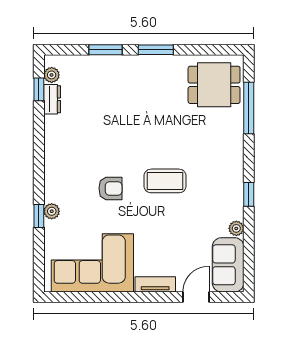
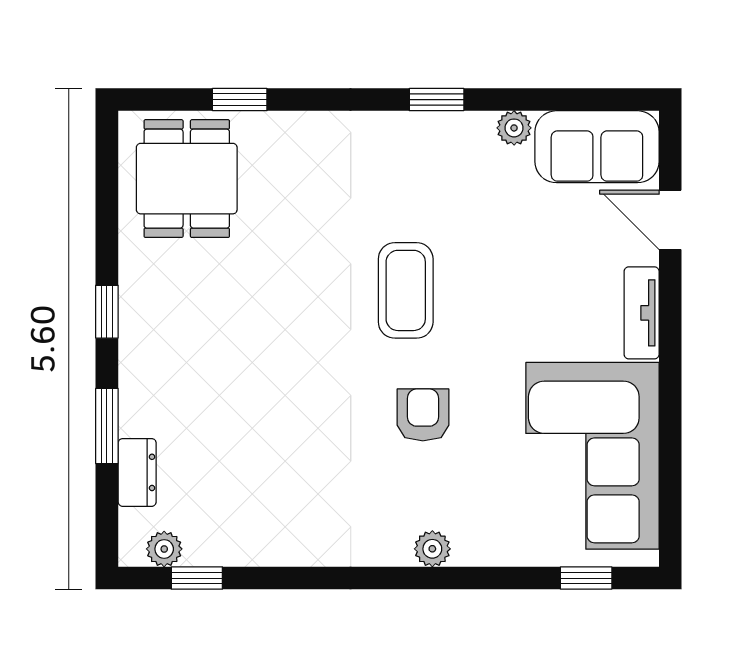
window: (156, 50) -> (107, 312), width x0.67
dresser: (52, 99) -> (137, 472), moved, turned 90
window: (249, 108) -> (240, 100), width x0.46
plant: (52, 211) -> (432, 549), moved
window: (39, 216) -> (586, 578), moved

